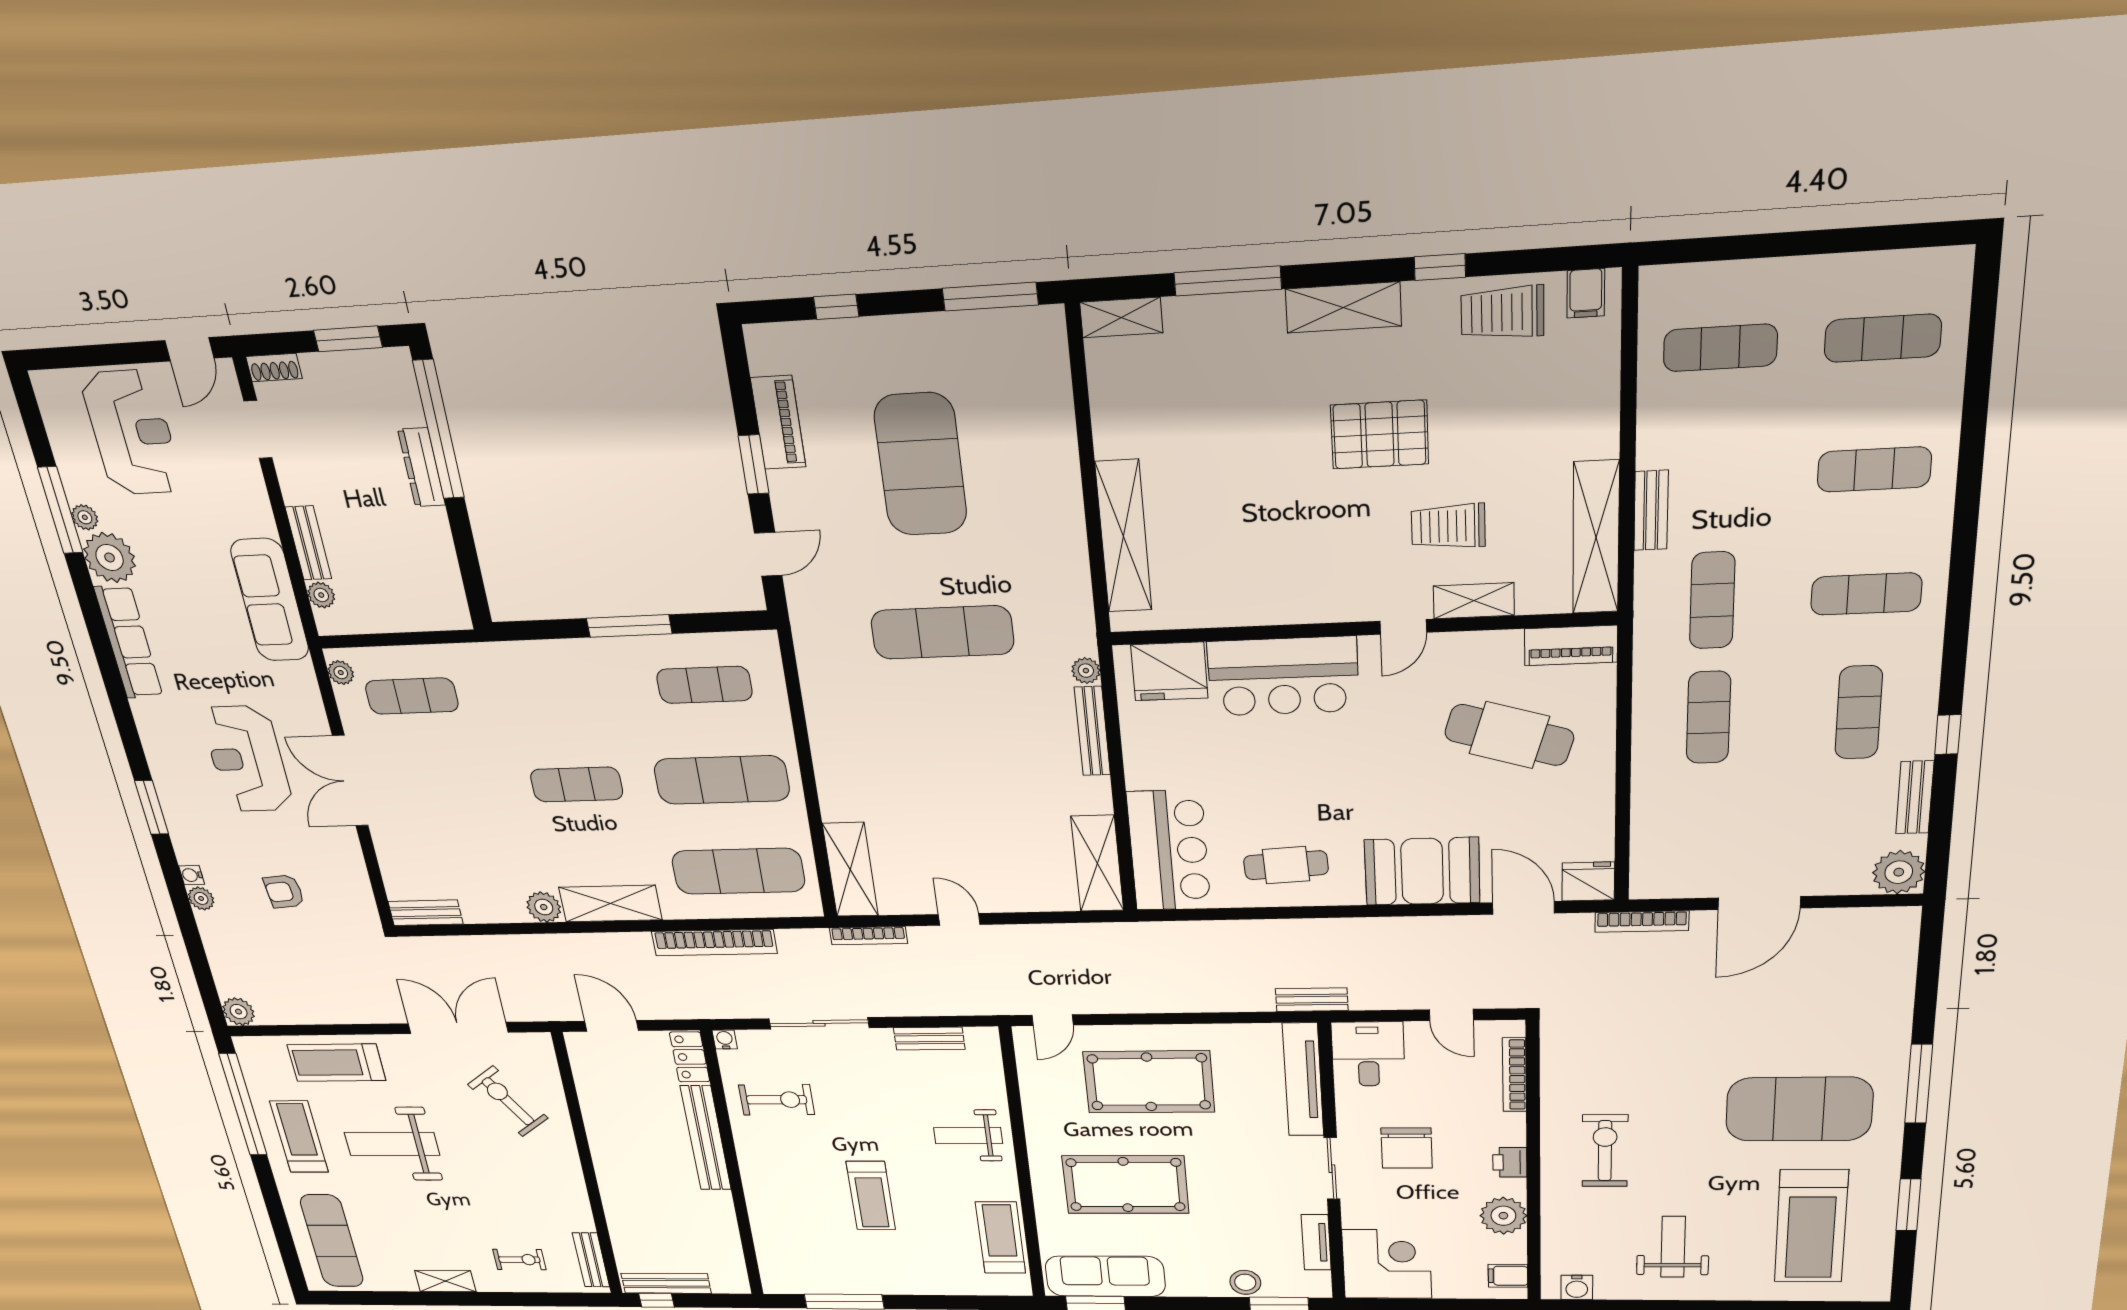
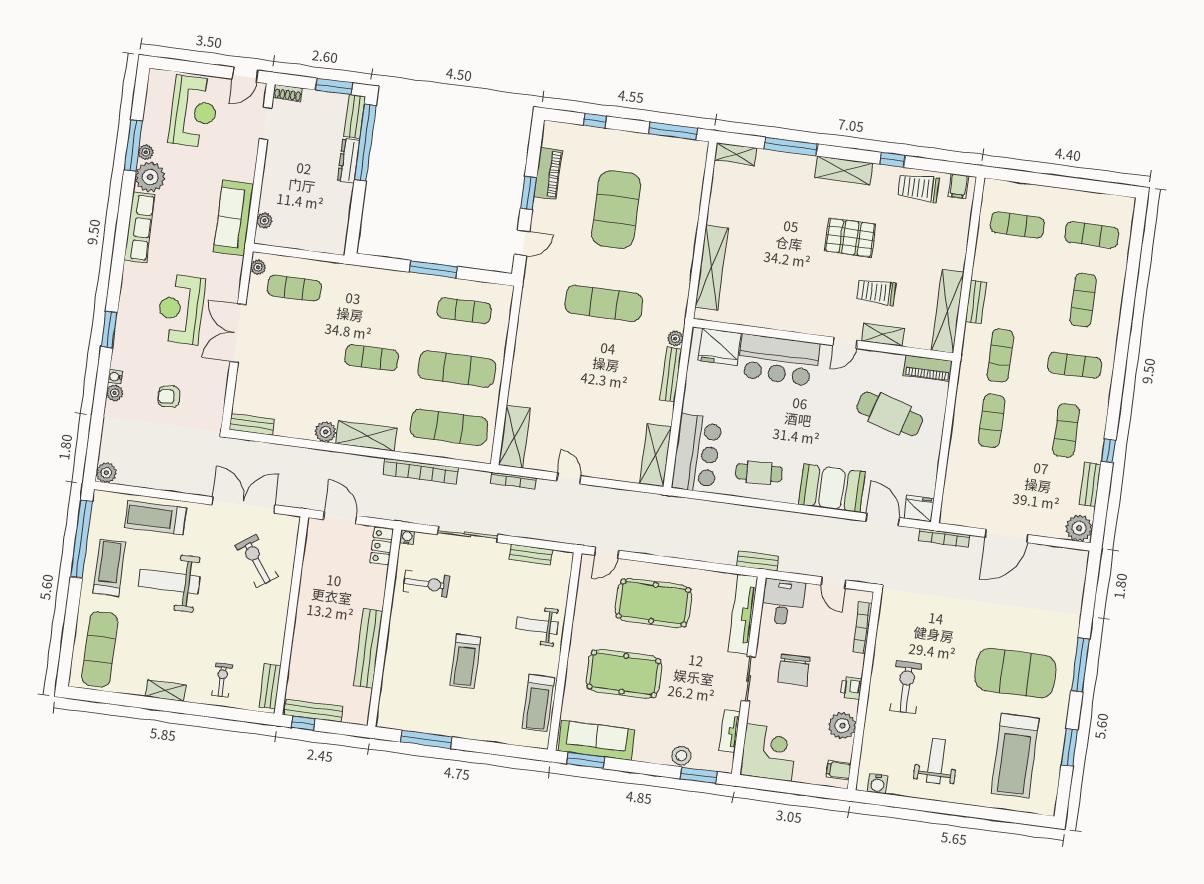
exercise mat: (1874, 469) -> (1083, 300), turned 90
bench: (308, 543) -> (355, 116), moved
bench: (706, 1138) -> (368, 648), moved
treadmill: (1001, 1238) -> (538, 703), turned 180
exercise bike: (519, 1260) -> (222, 680), turned -90

